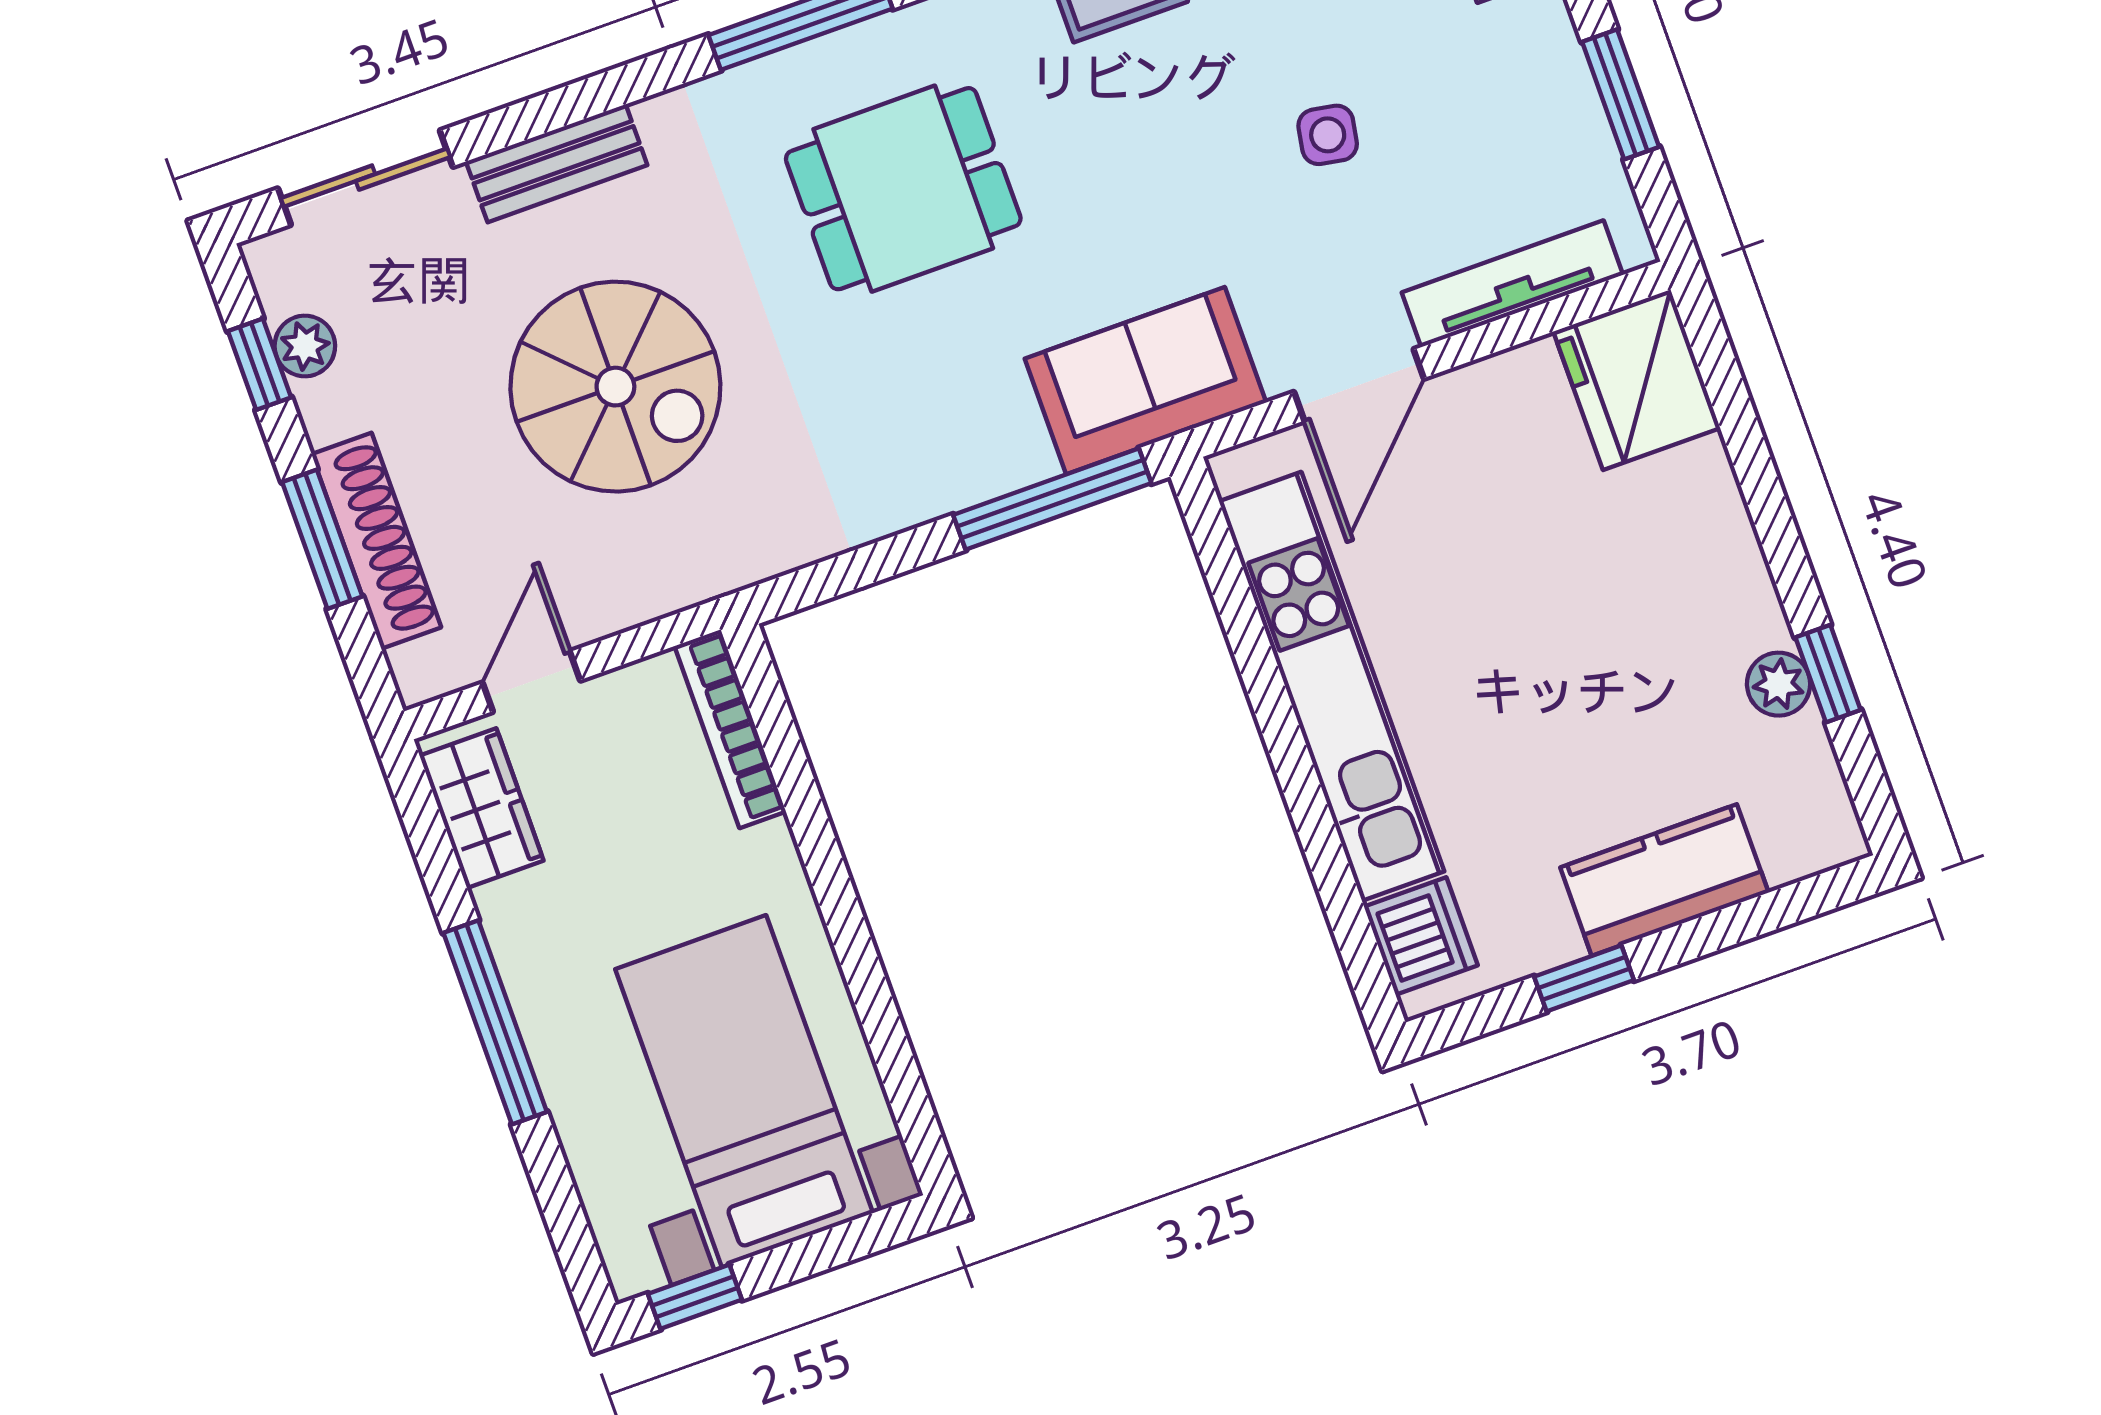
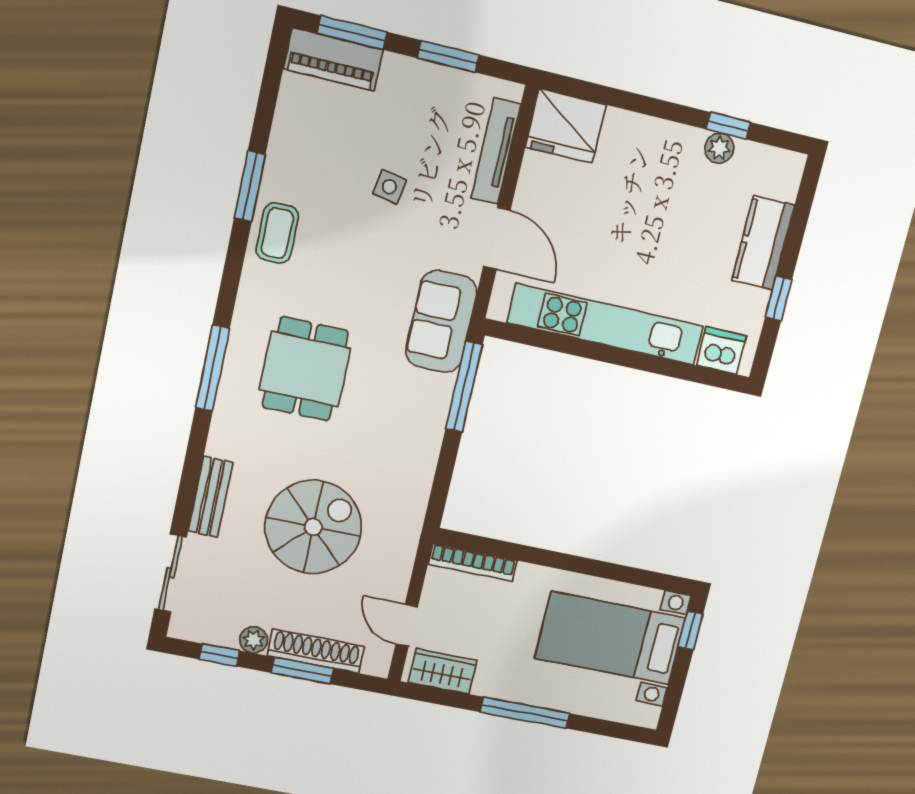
plant: (305, 346) -> (253, 640), moved
window: (695, 1297) -> (691, 630), moved

